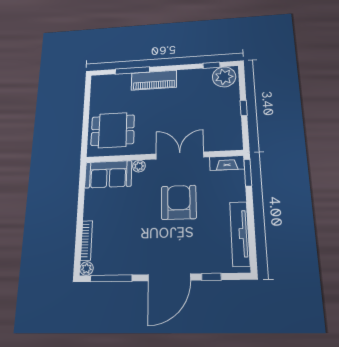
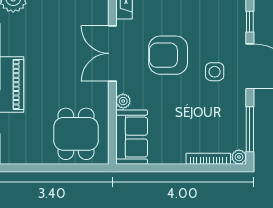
side table: (164, 244) -> (215, 72), added

